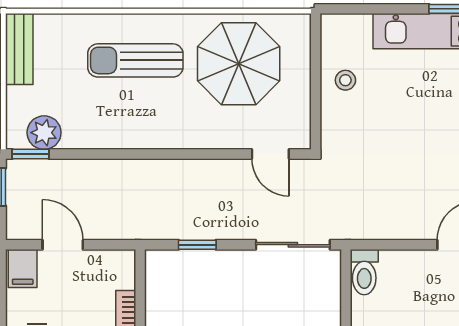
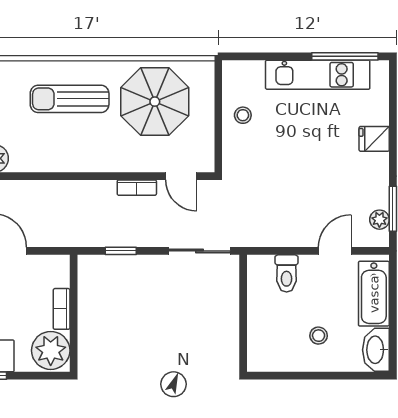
bookcase: (217, 168) -> (137, 188), added
toilet: (364, 272) -> (287, 273), moved

